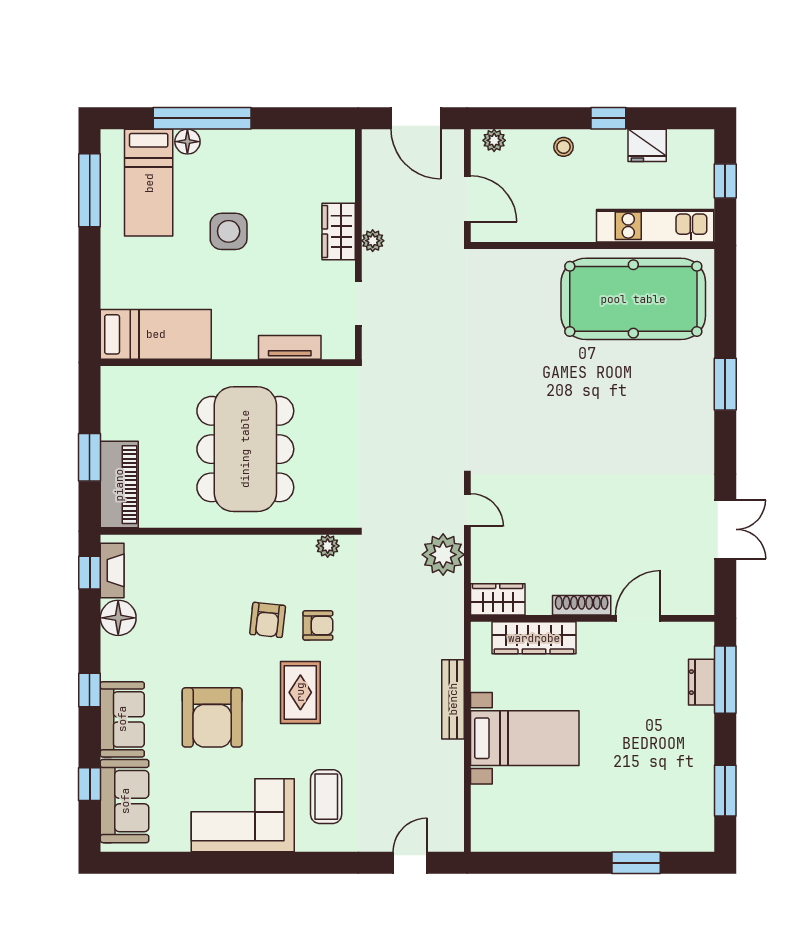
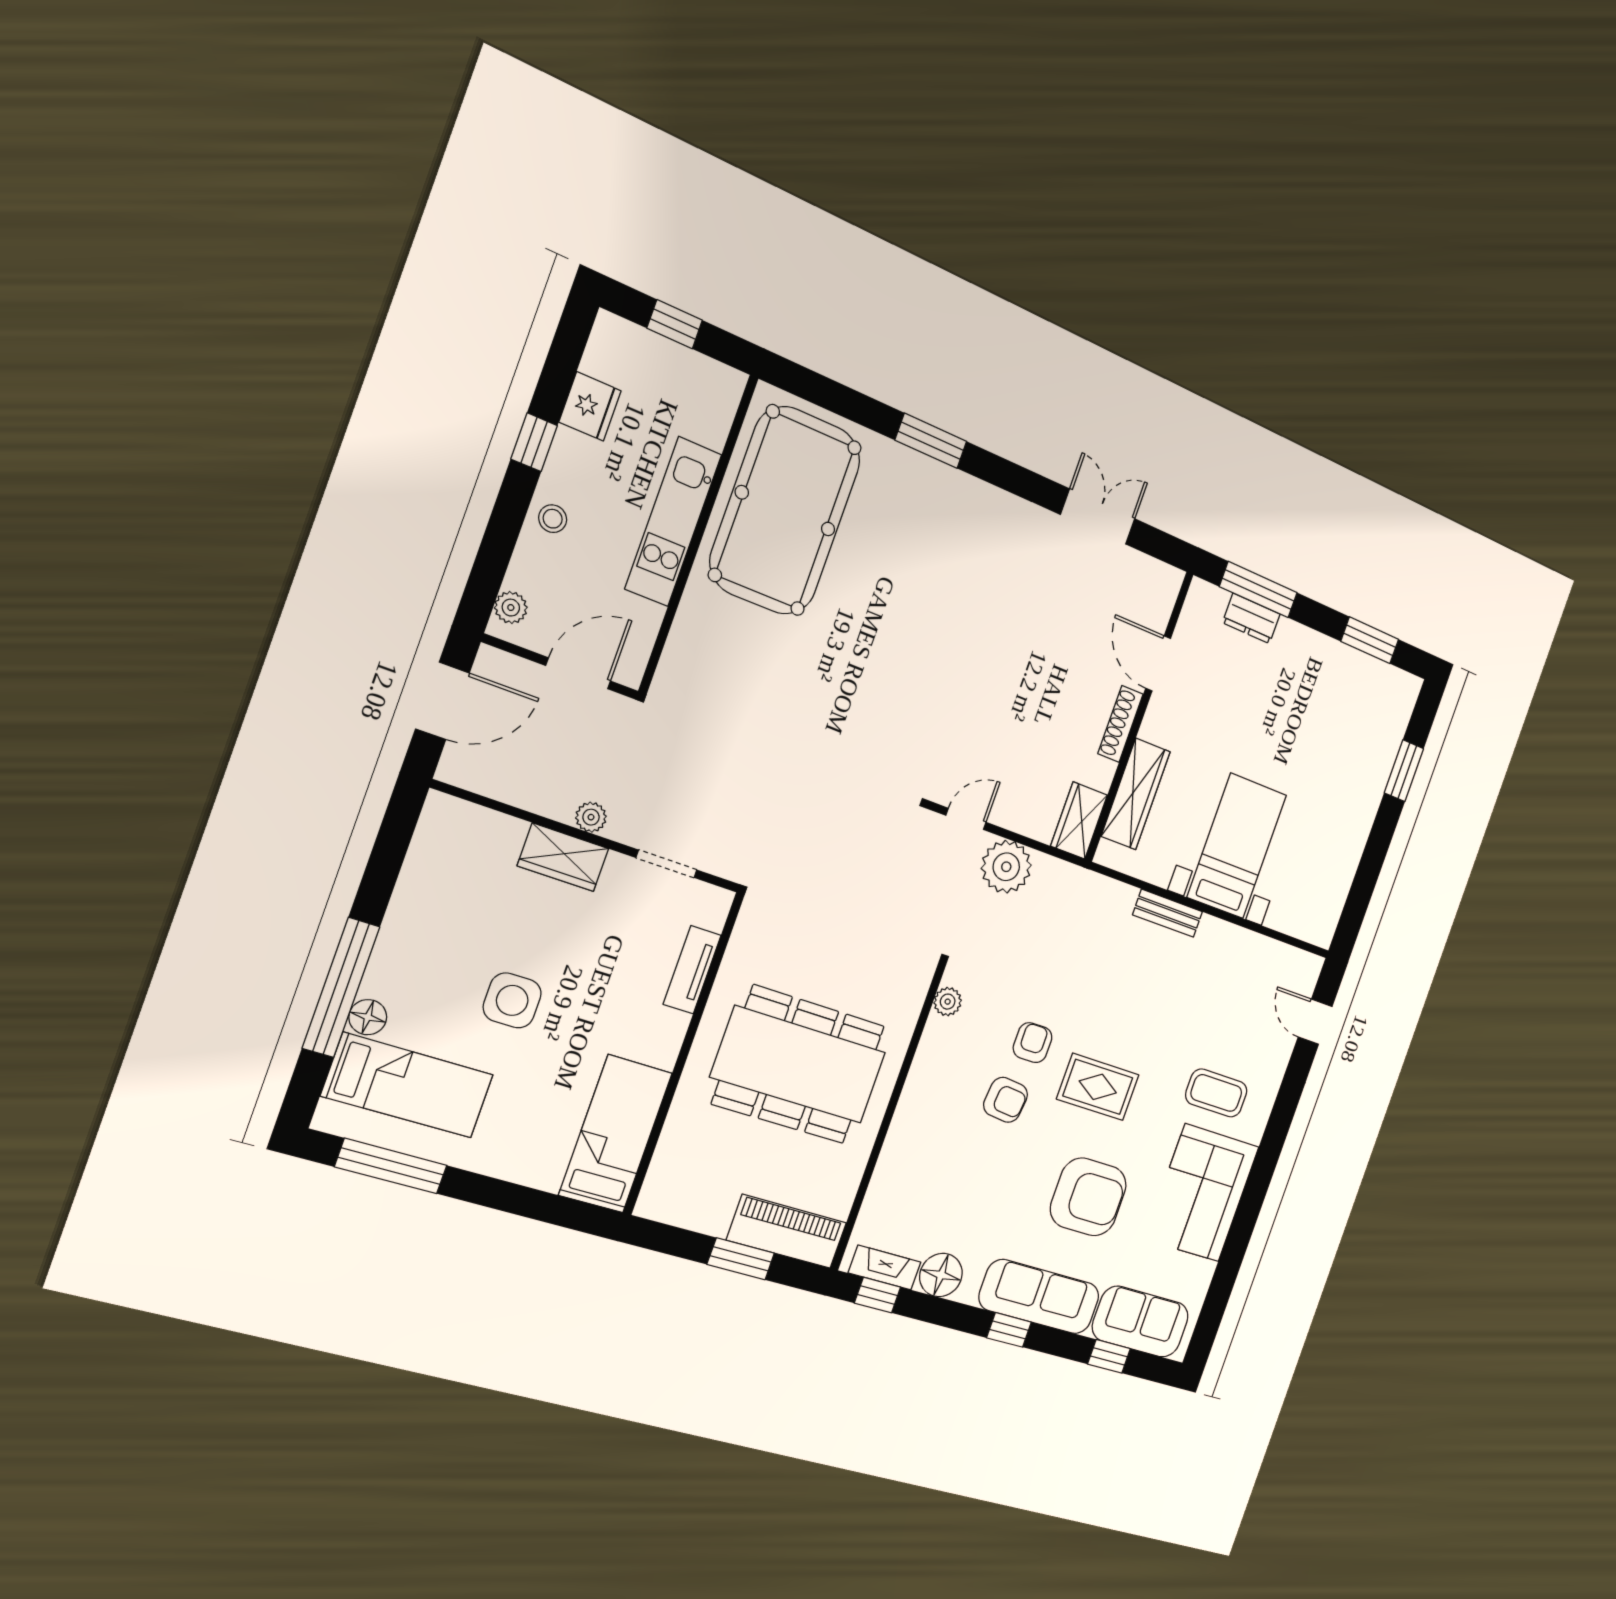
kitchen unit: (655, 226) -> (673, 522), moved
bench: (453, 699) -> (1168, 913), width x0.73
sofa: (122, 719) -> (1039, 1297), width x1.36

